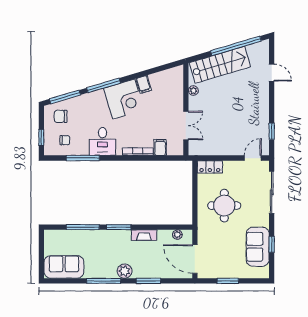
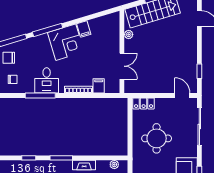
window: (83, 158) -> (40, 95), moved
door: (253, 158) -> (182, 95), hinge flipped
window: (83, 227) -> (29, 158), width x0.46

